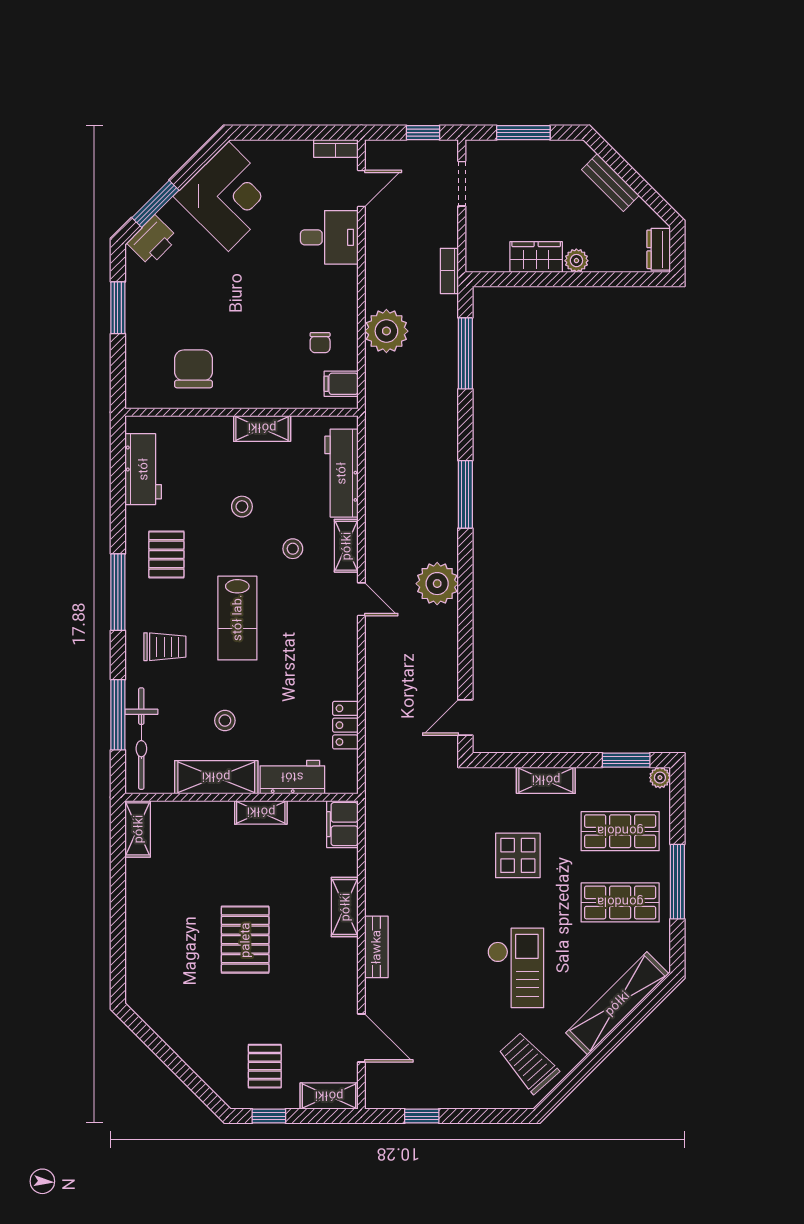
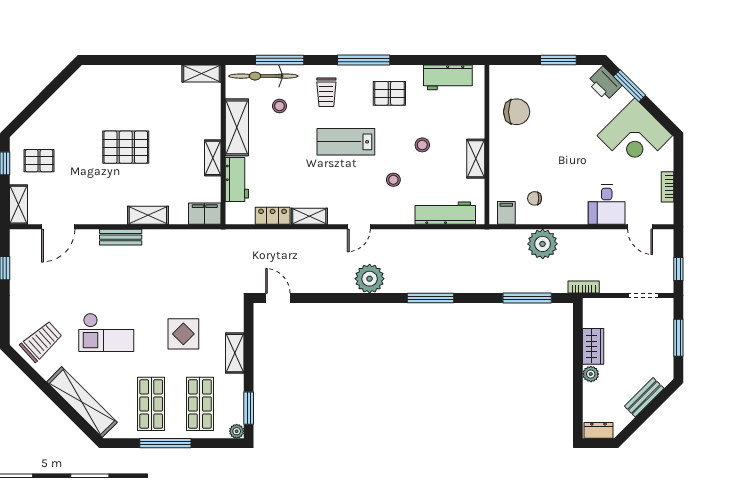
bookcase: (336, 148) -> (668, 187), moved
shelving: (346, 546) -> (309, 216), moved
stool: (225, 721) -> (279, 106), moved

